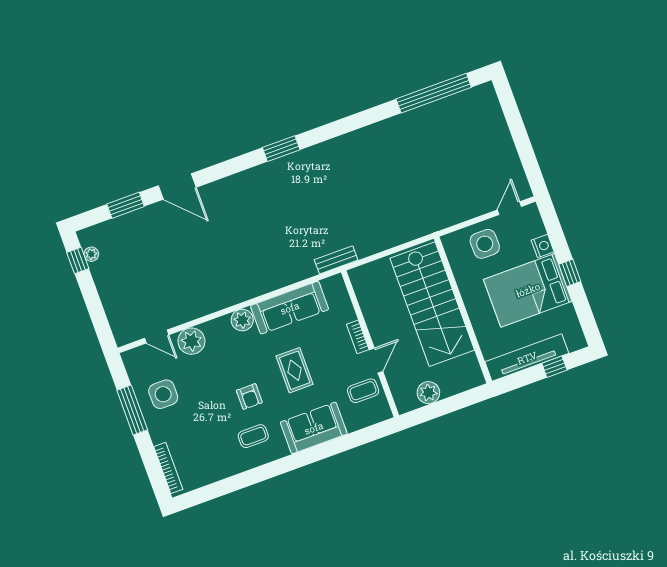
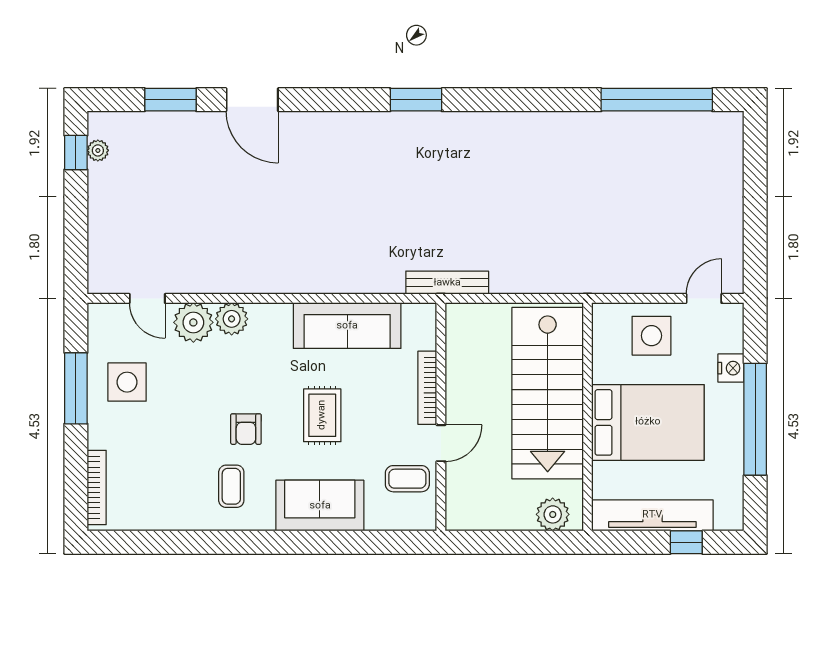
bench: (336, 260) -> (447, 283), width x1.36
window: (570, 273) -> (755, 419), width x3.17
bed: (528, 290) -> (648, 422), moved, turned 180
plant: (242, 320) -> (232, 319), moved
bookcase: (358, 337) -> (427, 388), width x1.56
plant: (428, 393) -> (553, 514), moved
coffee table: (253, 436) -> (231, 486), turned 90

